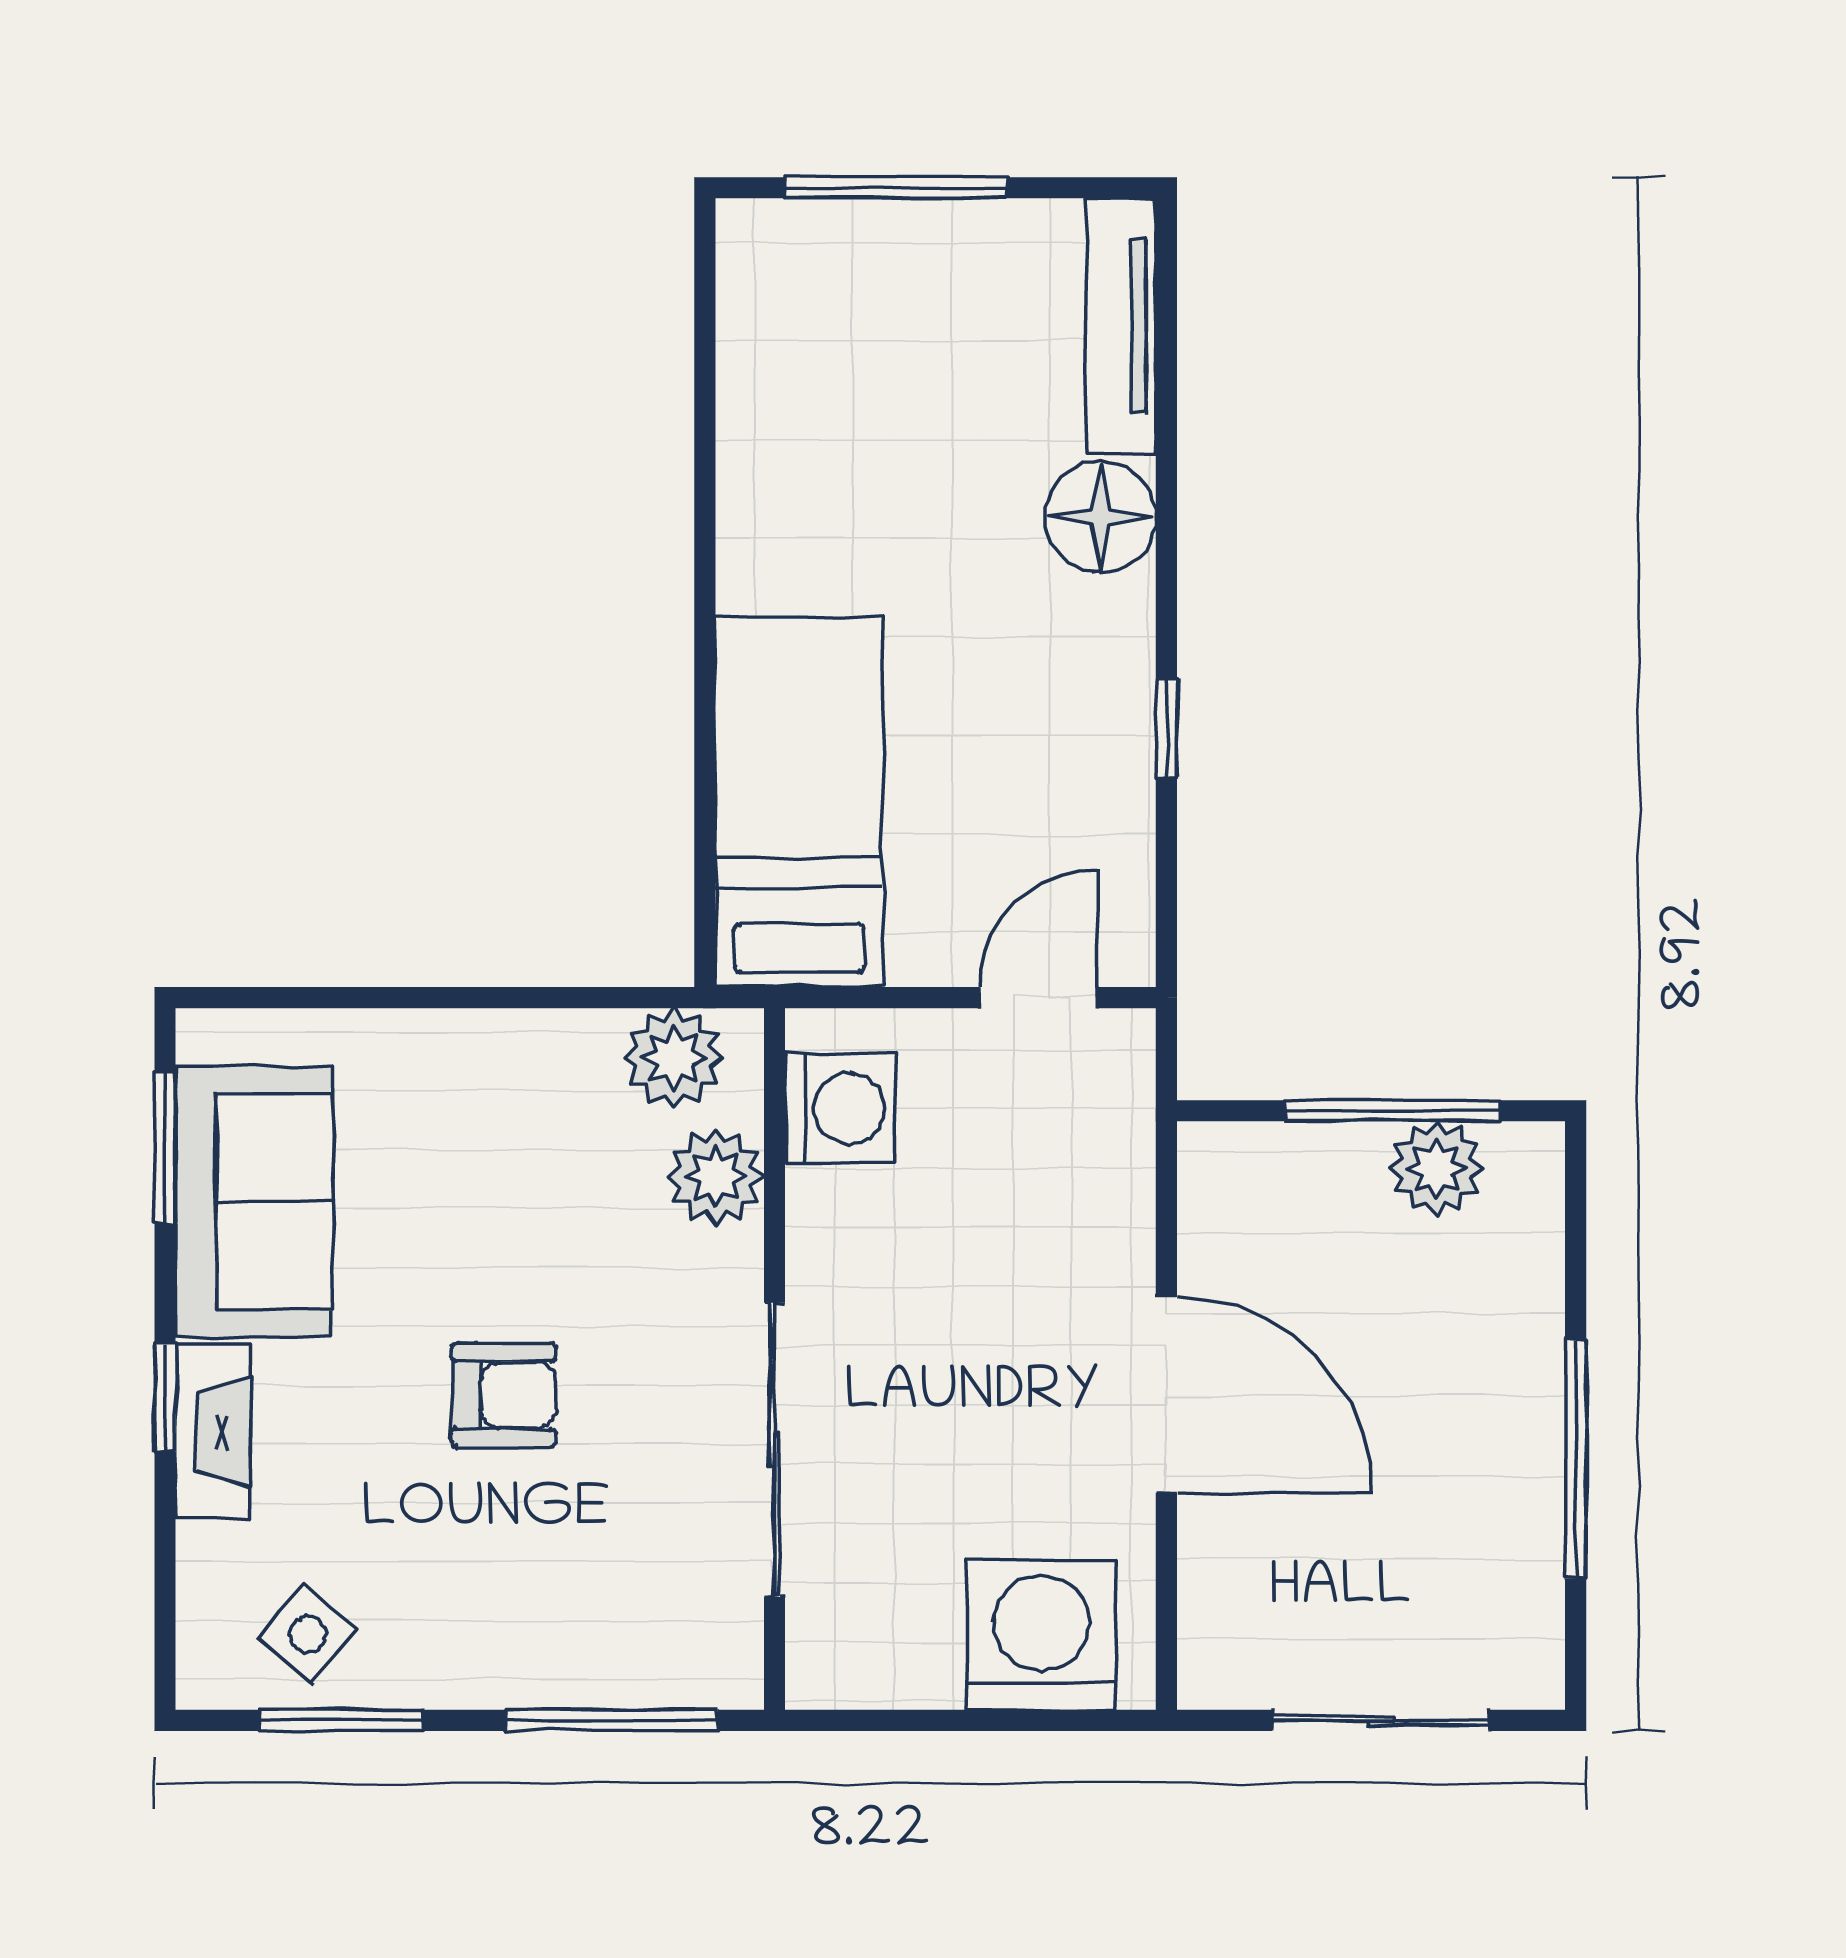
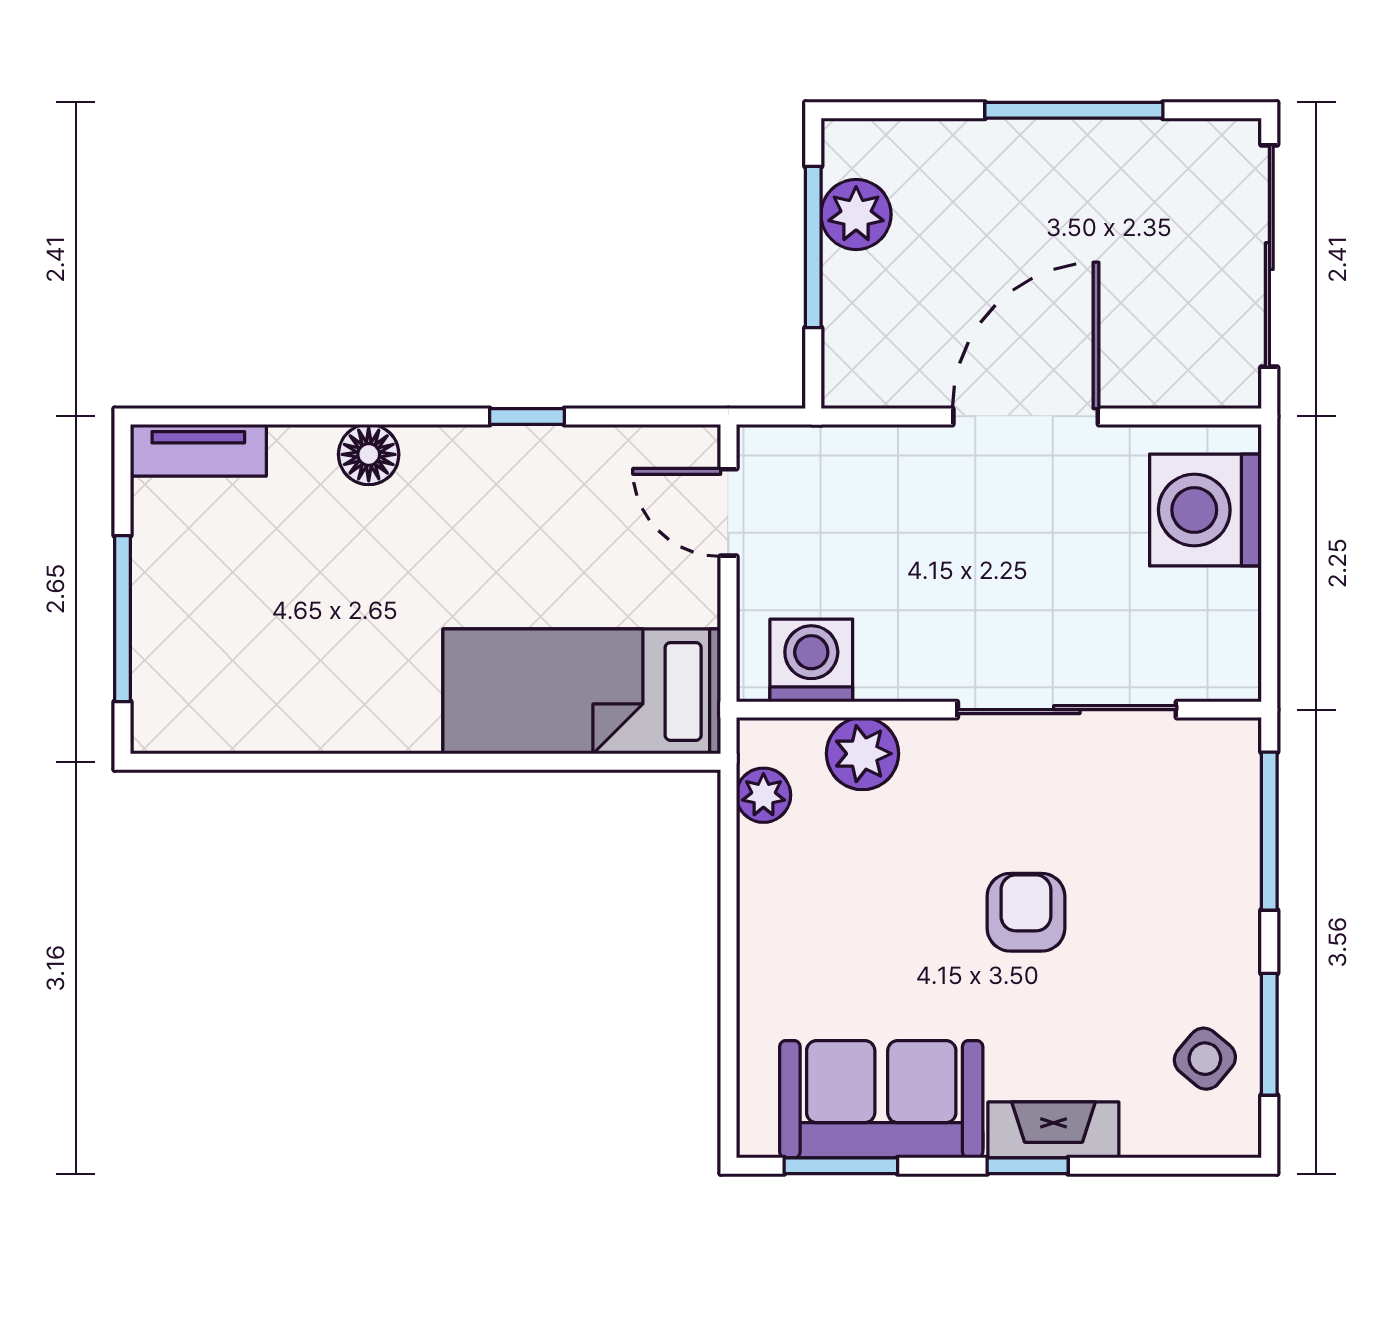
tv unit: (1121, 326) -> (198, 450), width x0.71
floor lamp: (1100, 517) -> (369, 454), width x0.73, depth x0.73
plant: (674, 1058) -> (763, 795), width x0.73, depth x0.73
sliding door: (1381, 1720) -> (1269, 256), width x1.37

